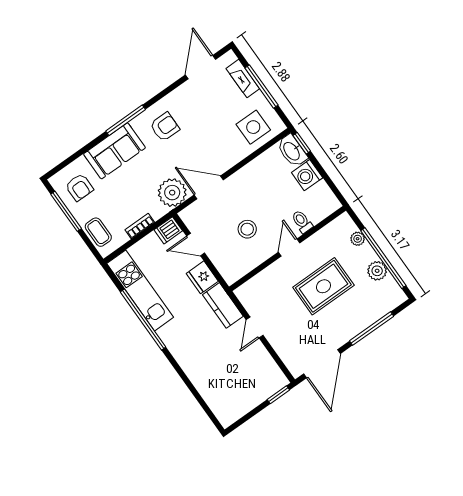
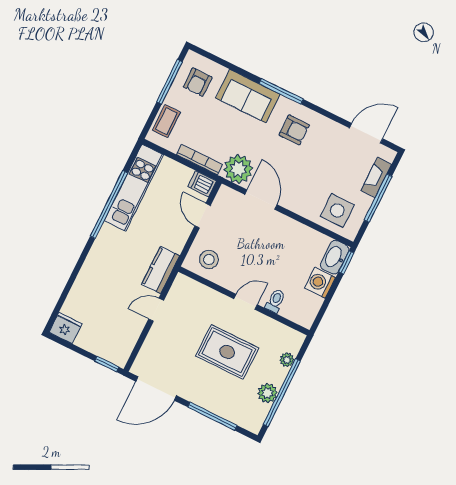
bookcase: (140, 226) -> (199, 159), width x1.56
stool: (247, 229) -> (209, 259), moved
fridge: (202, 277) -> (65, 328), moved, turned 90

